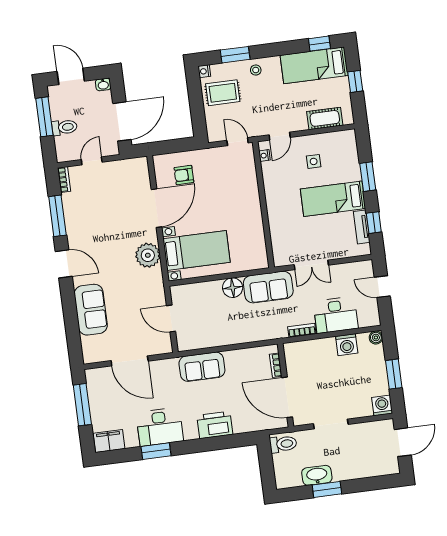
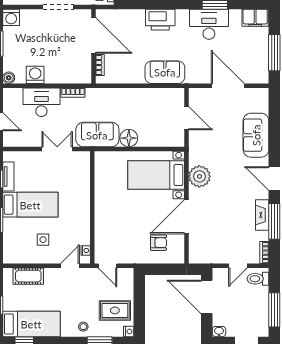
door: (122, 121) -> (207, 297), hinge flipped
toilet: (64, 127) -> (258, 279), moved
fireplace: (72, 221) -> (262, 215), added

